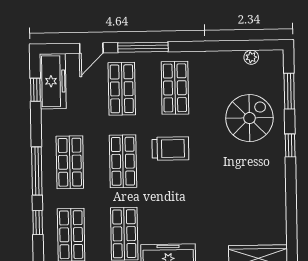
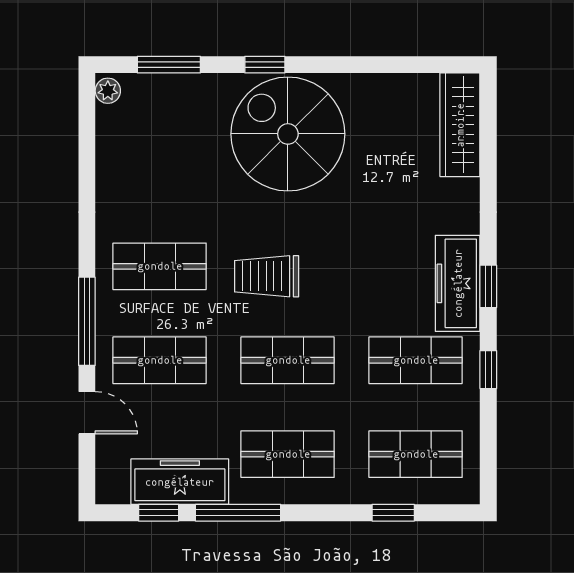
plant: (251, 57) -> (108, 91), moved
freezer: (53, 81) -> (180, 482), moved
spiral stairs: (249, 118) -> (288, 134), moved, width x1.37, depth x1.37
trolley: (170, 149) -> (267, 276), turned -90
window: (37, 171) -> (238, 513), moved

